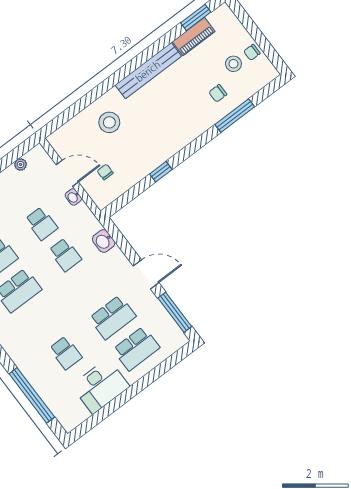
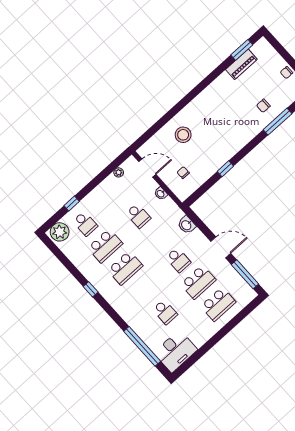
stool: (233, 64) -> (273, 82), removed
bench: (148, 71) -> (209, 93), removed
door: (67, 173) -> (147, 168), moved
school desk: (65, 255) -> (178, 260), moved
desk: (101, 386) -> (176, 351), moved

